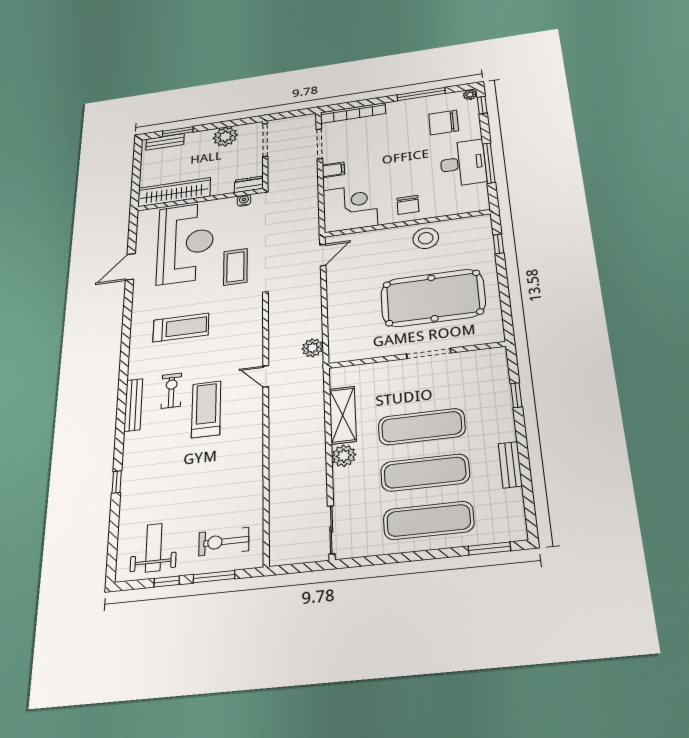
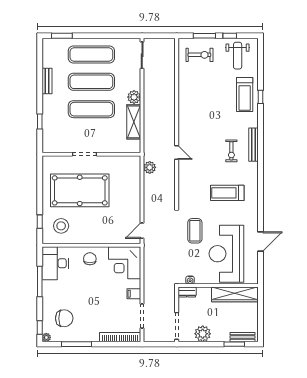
desk: (463, 163) -> (55, 263), moved
stool: (426, 238) -> (61, 226), moved
treadmill: (206, 409) -> (245, 94), moved

